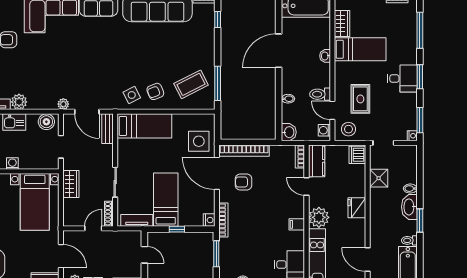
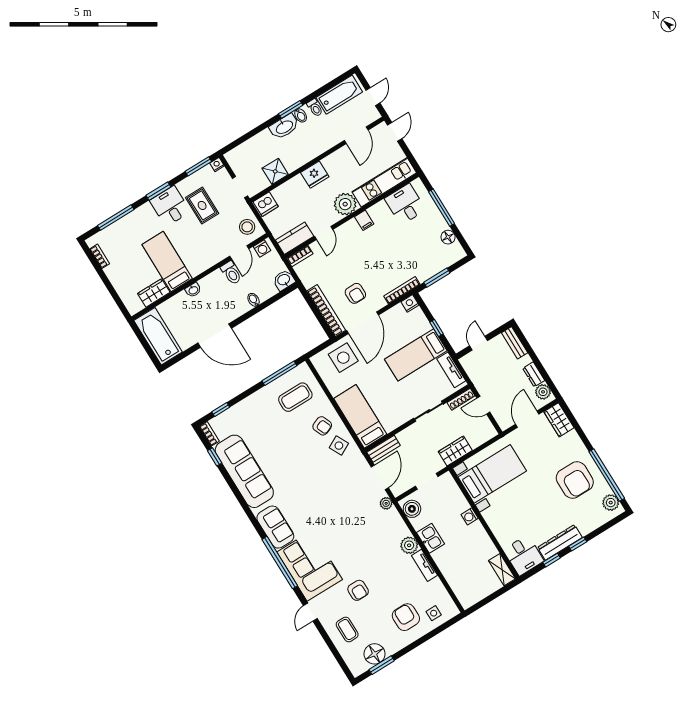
coffee table: (191, 84) -> (295, 397), turned -63
rug: (360, 99) -> (202, 205), moved, turned 90
bidet: (410, 189) -> (301, 115), moved

